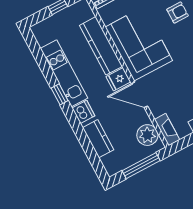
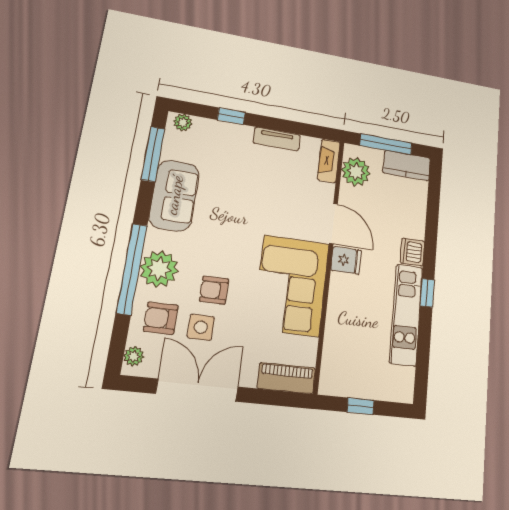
kitchen counter: (101, 46) -> (340, 317), removed
kitchen counter: (98, 139) -> (407, 166), moved, turned -90

